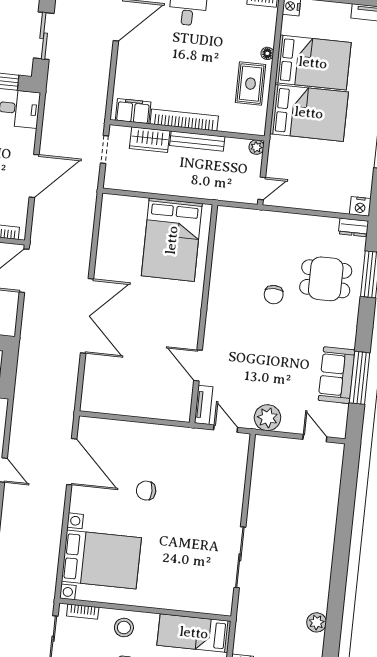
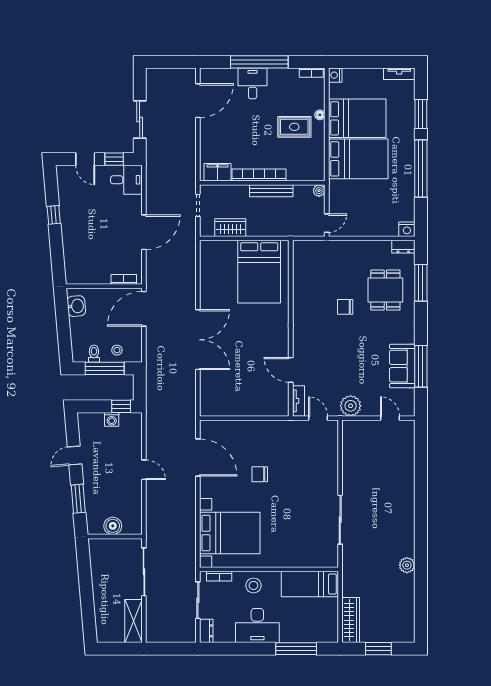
rug: (251, 84) -> (294, 127), moved, turned 90
wardrobe: (150, 140) -> (230, 228), moved, turned 180
dining table: (326, 279) -> (385, 290), turned 90
chair: (274, 295) -> (345, 307), turned 90

